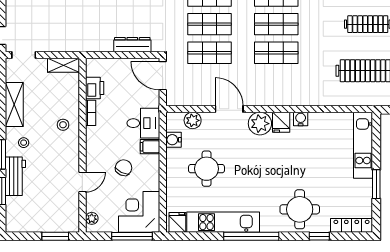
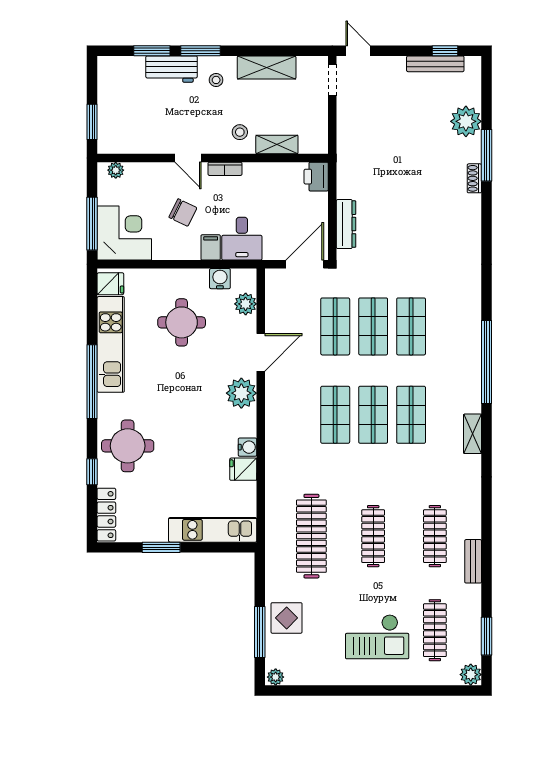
shelving: (64, 65) -> (277, 144), moved, turned 90
printer: (95, 88) -> (316, 177), moved, turned 90
bookcase: (91, 113) -> (225, 169), moved
fridge: (281, 122) -> (243, 469), moved
door: (82, 182) -> (188, 158), moved

